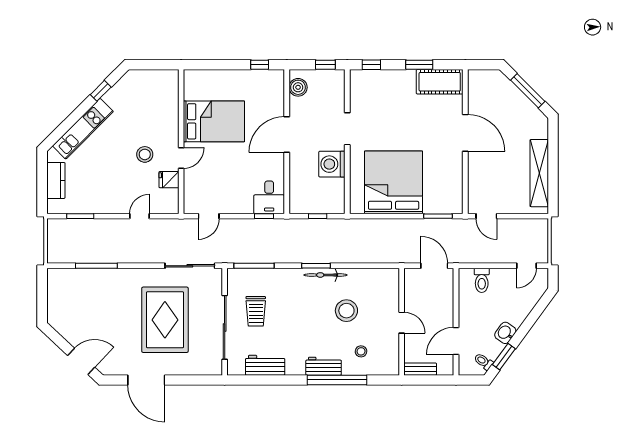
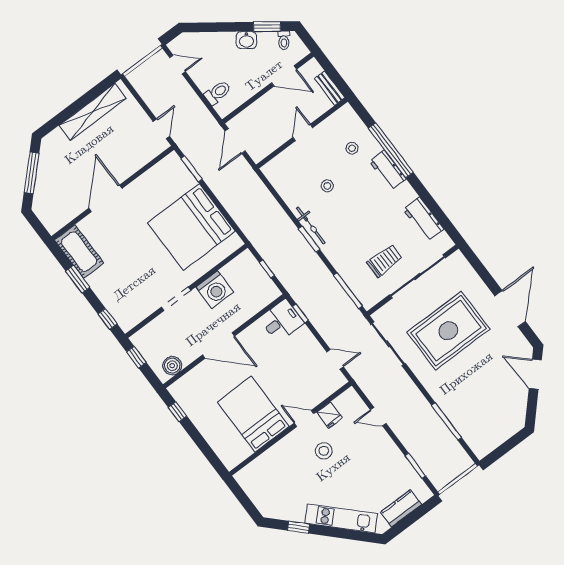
stool: (346, 311) -> (327, 186), width x0.53, depth x0.53

